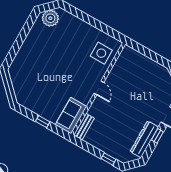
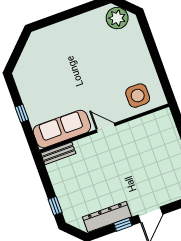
door: (99, 88) -> (106, 128), swing flipped
sofa: (71, 116) -> (62, 129), width x1.36

